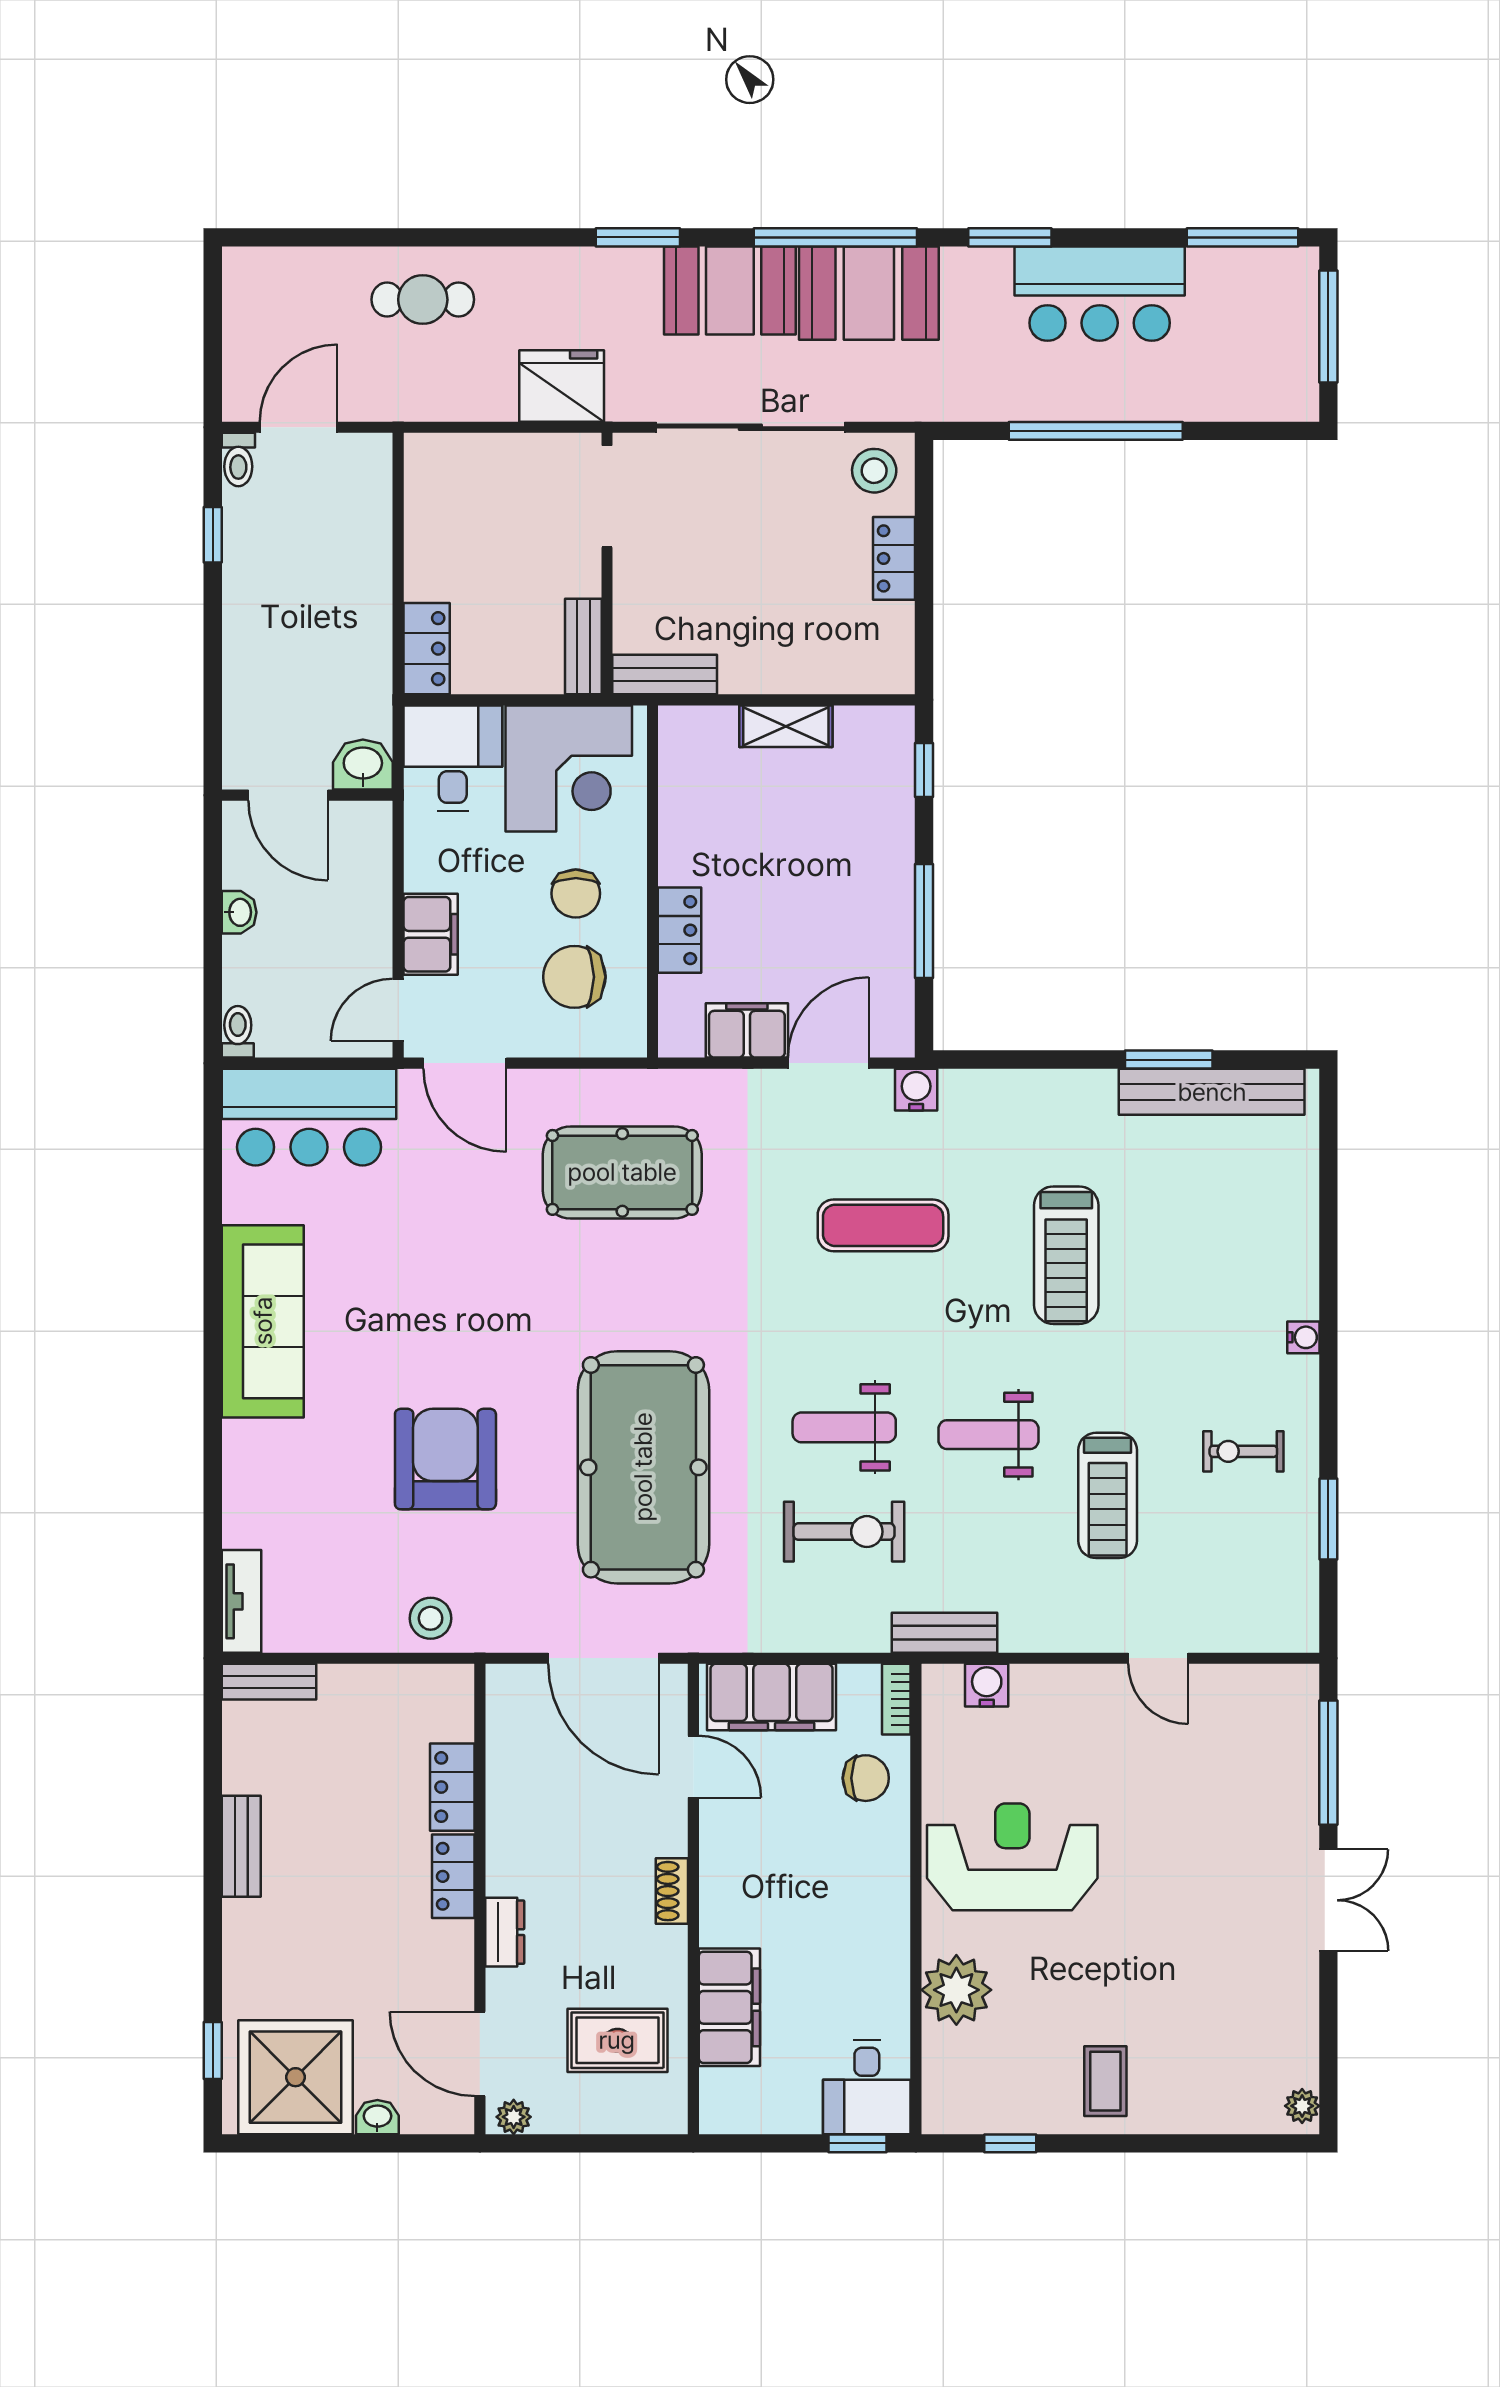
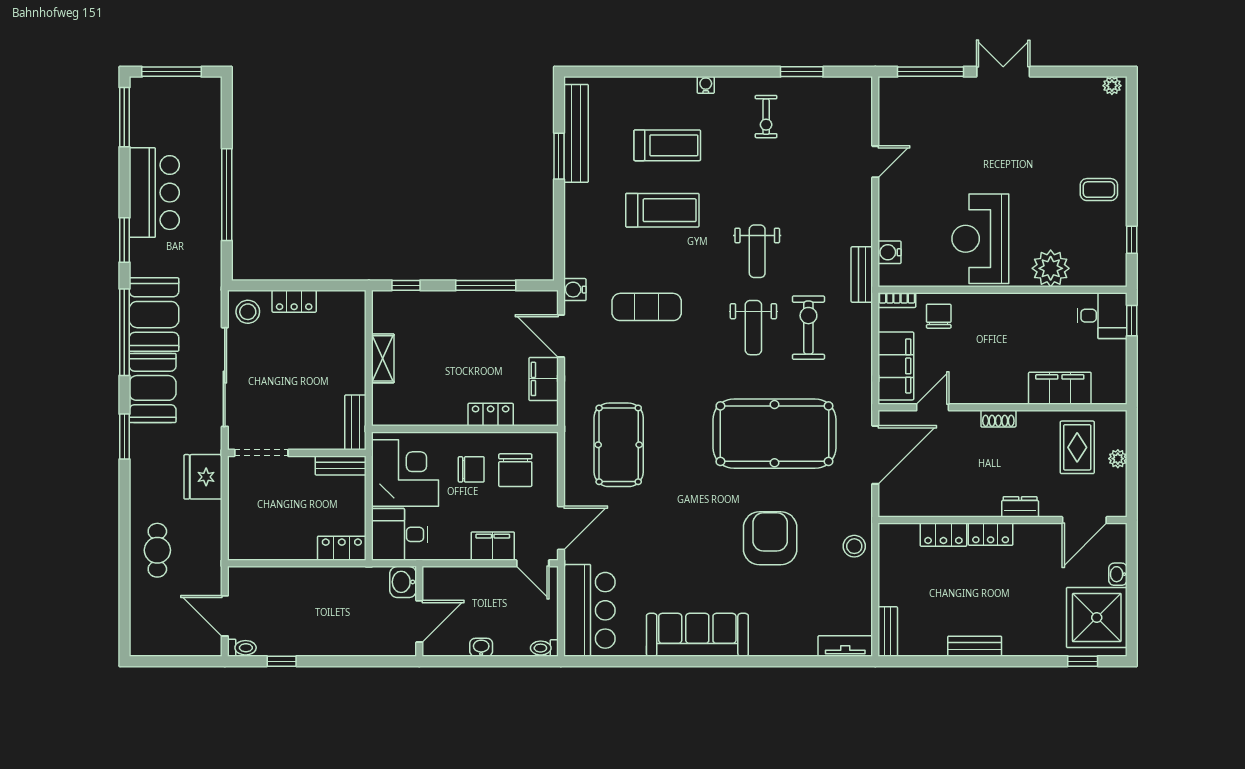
exercise mat: (883, 1225) -> (647, 307), turned 90
armchair: (445, 1459) -> (770, 538), turned 90
treadmill: (1108, 1495) -> (667, 145), moved
plant: (514, 2117) -> (1118, 459), moved

